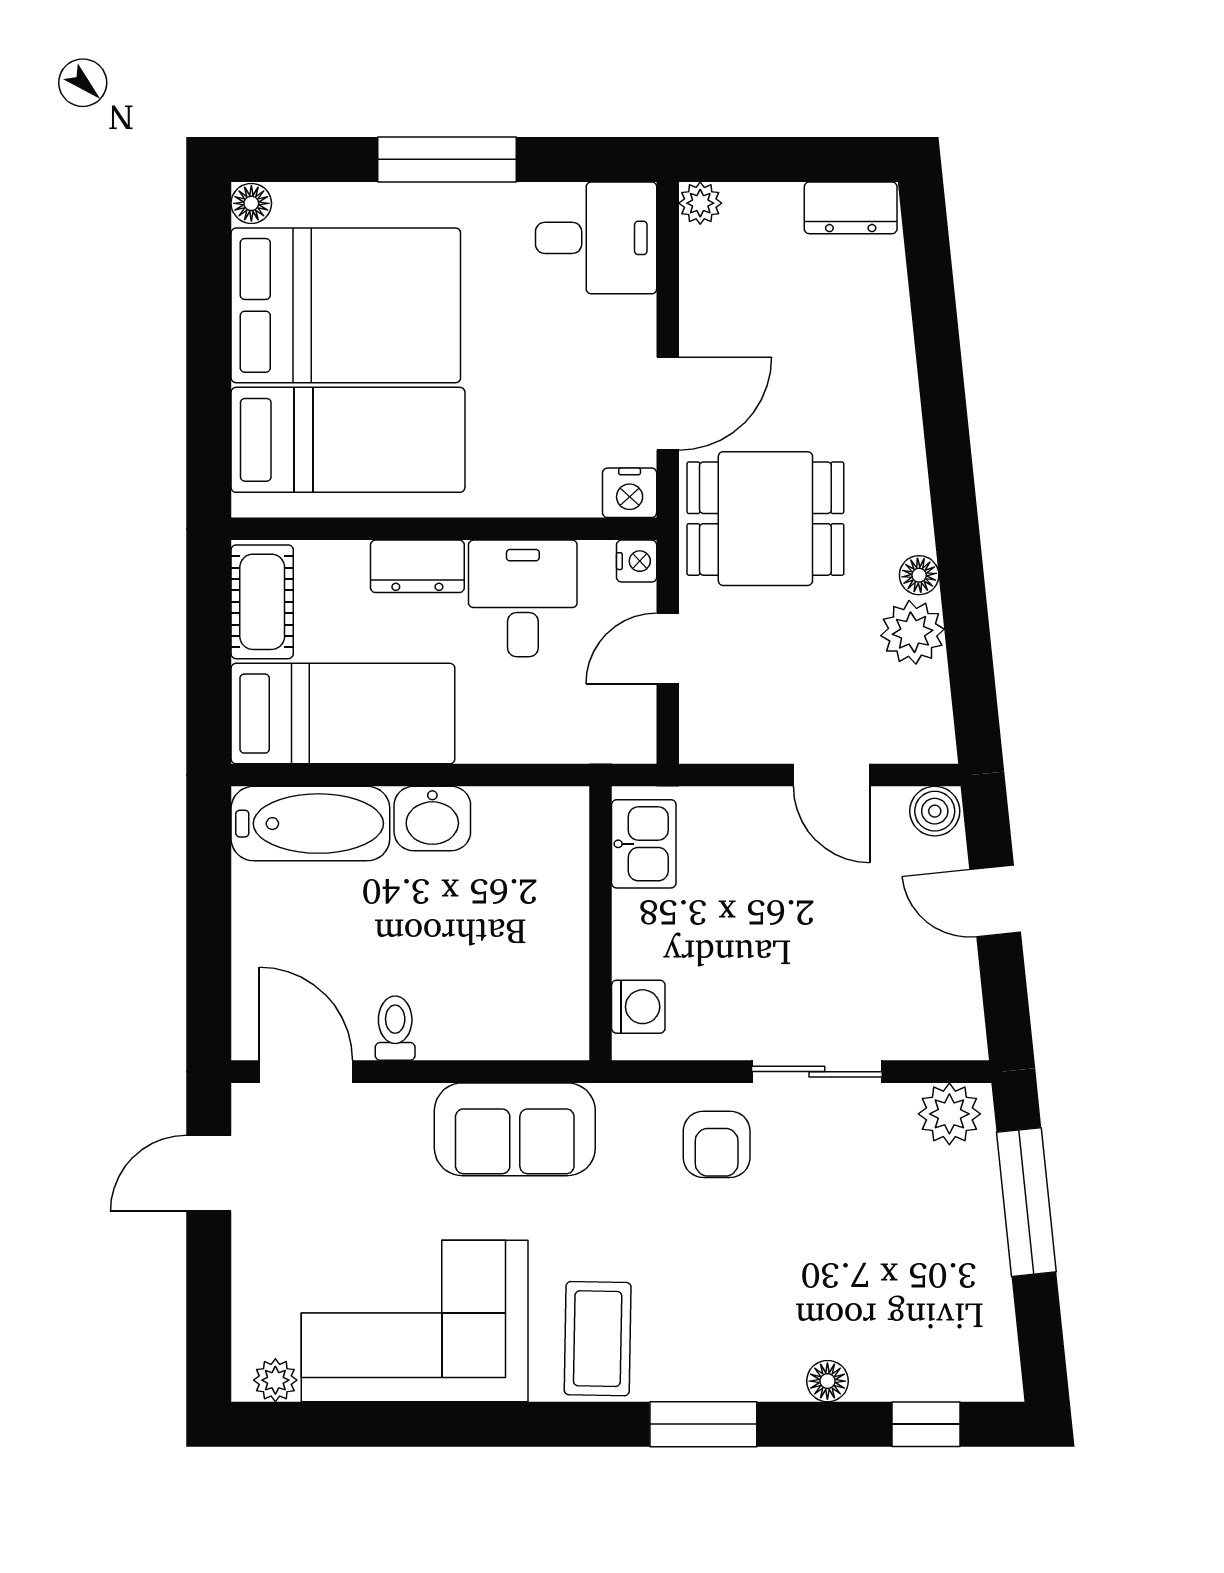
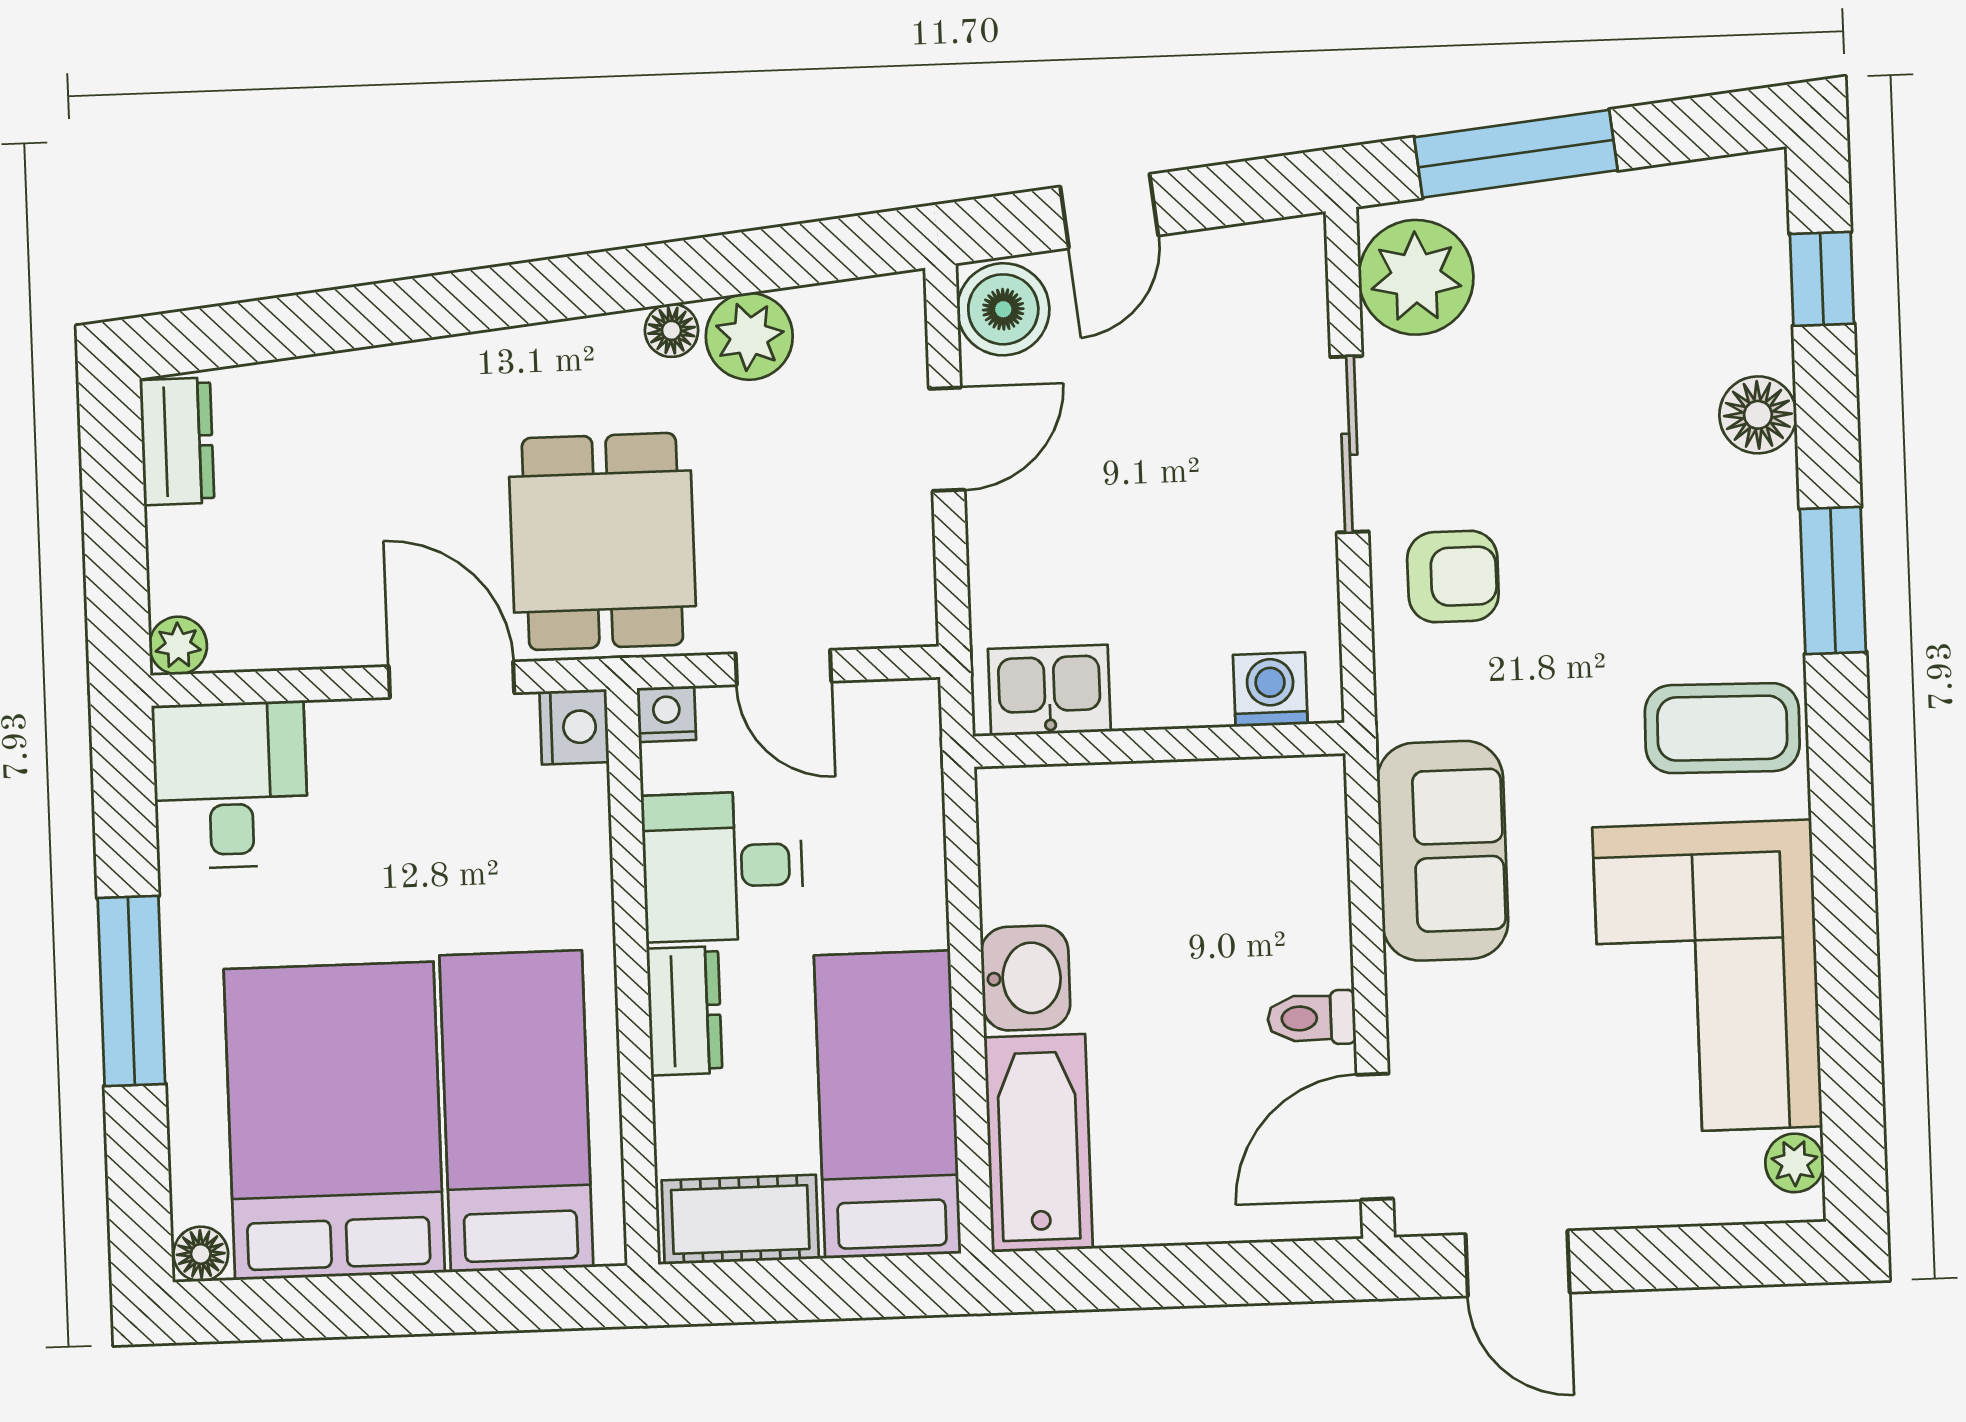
boiler: (935, 811) -> (1003, 309), width x1.36, depth x1.36
plant: (949, 1114) -> (1416, 277), width x1.36, depth x1.36
floor lamp: (827, 1381) -> (1758, 415), width x1.37, depth x1.37

